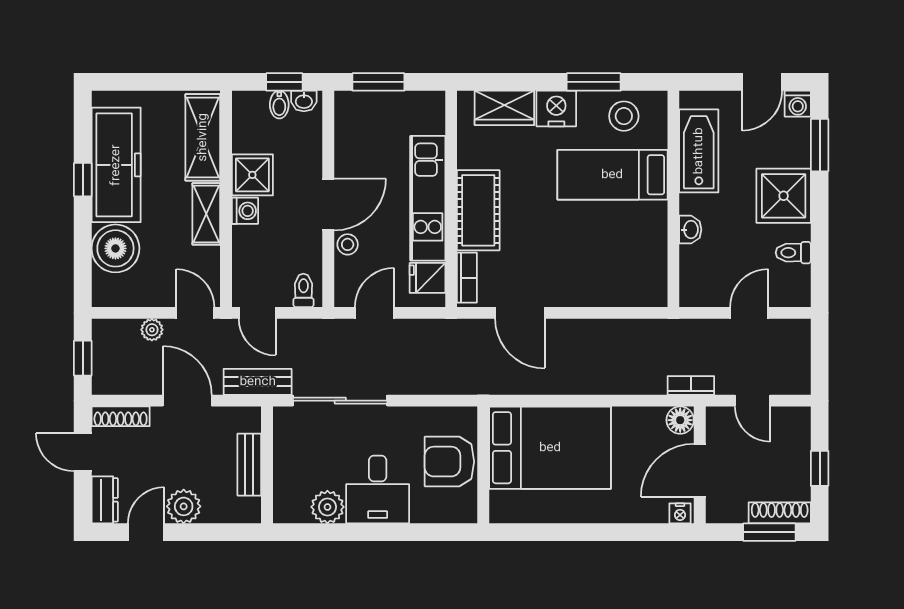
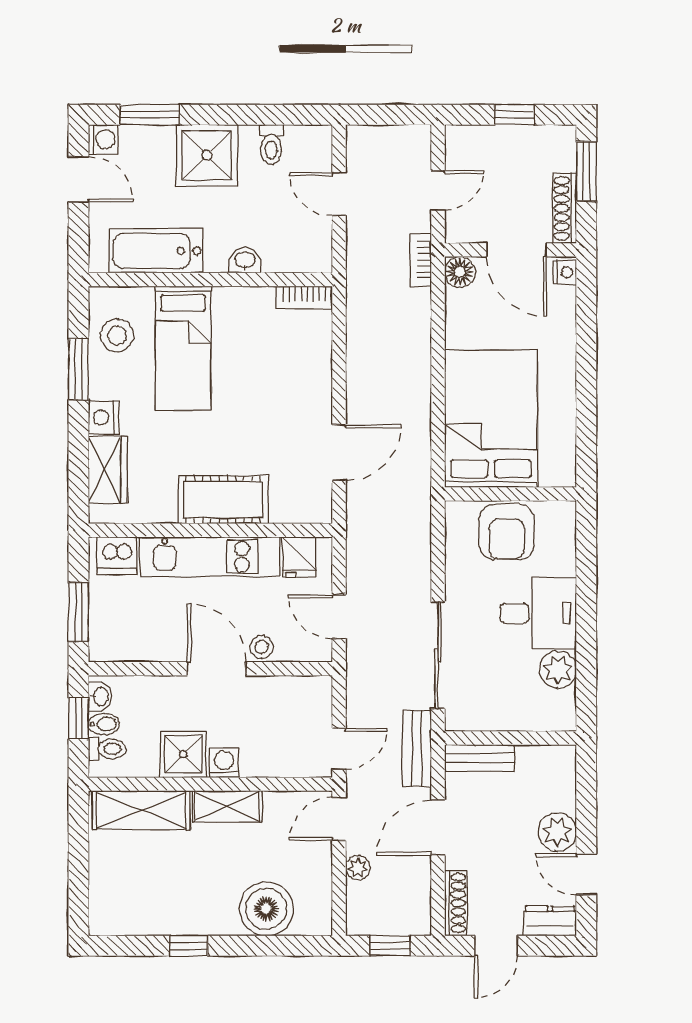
nightstand: (556, 109) -> (104, 418), width x0.74, depth x0.75
dishwasher: (429, 116) -> (117, 556), added
freezer: (116, 165) -> (172, 908), removed
bookcase: (467, 278) -> (304, 297), moved, turned 180
toilet: (303, 290) -> (107, 749), moved, turned 180
bench: (249, 465) -> (480, 758), moved
shoe rack: (780, 513) -> (565, 208), moved

